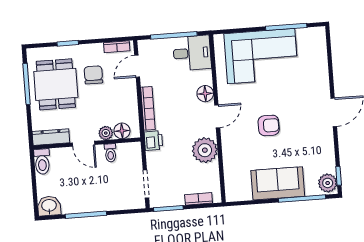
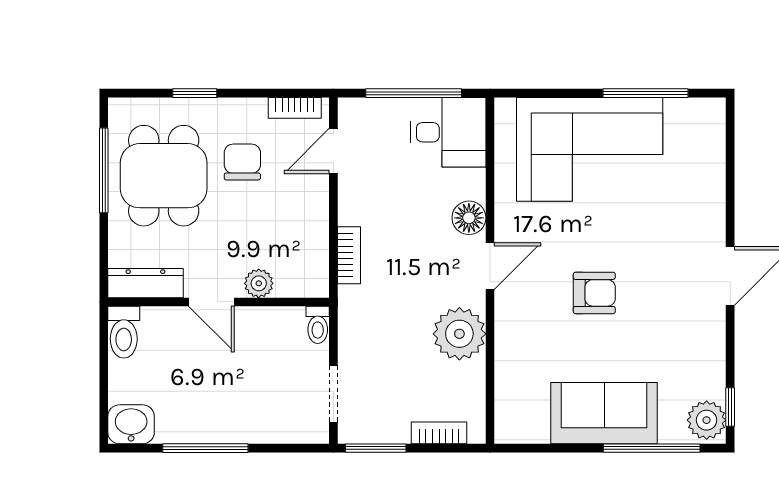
bookcase: (148, 108) -> (349, 255), width x0.64
floor lamp: (122, 131) -> (292, 281), removed
printer: (153, 141) -> (355, 306), removed
toilet: (110, 153) -> (318, 325), moved

